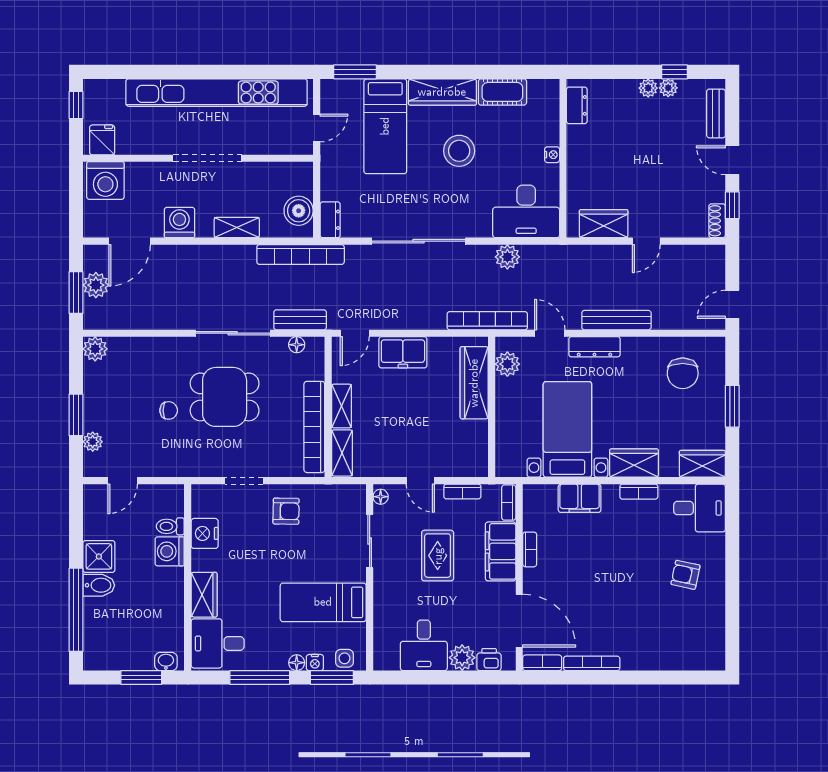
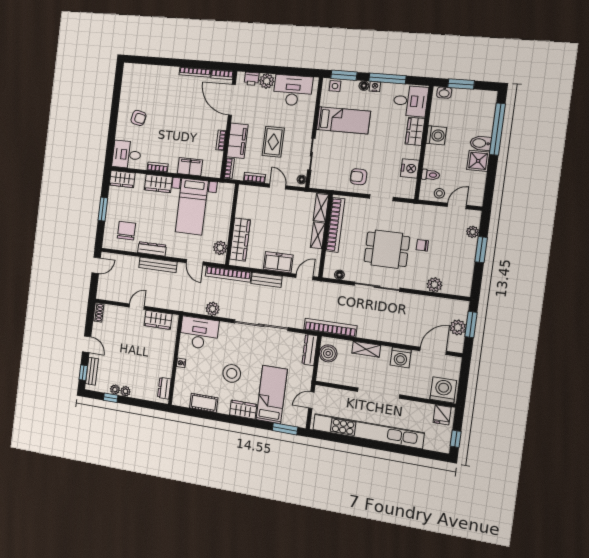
wardrobe: (442, 92) -> (243, 410), width x0.67
window: (732, 205) -> (83, 373), moved
dresser: (330, 220) -> (310, 350), width x1.44
bench: (300, 320) -> (267, 280), moved
dresser: (594, 347) -> (152, 249), moved
plant: (95, 349) -> (434, 285), moved
stool: (153, 498) -> (439, 193), added
washing machine: (170, 551) -> (436, 135), moved
desk: (424, 645) -> (293, 90), width x1.37
nightstand: (315, 663) -> (375, 87), moved

